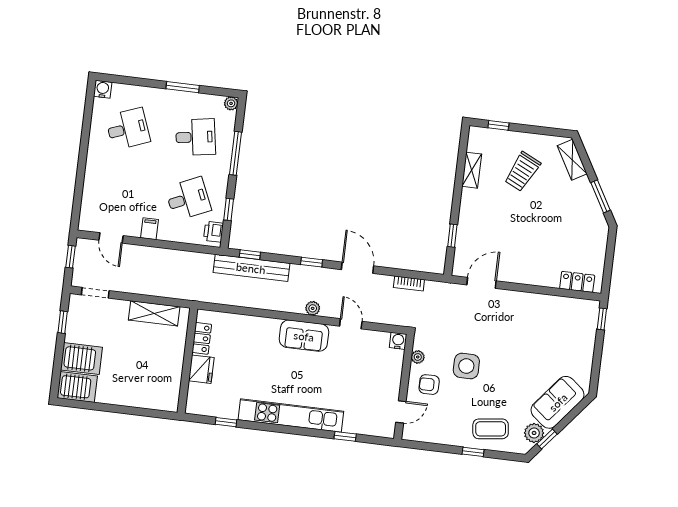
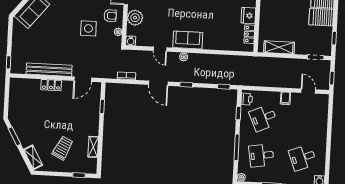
bench: (251, 268) -> (49, 70), moved
locker: (577, 282) -> (51, 85), moved
plant: (388, 378) -> (135, 18), added

